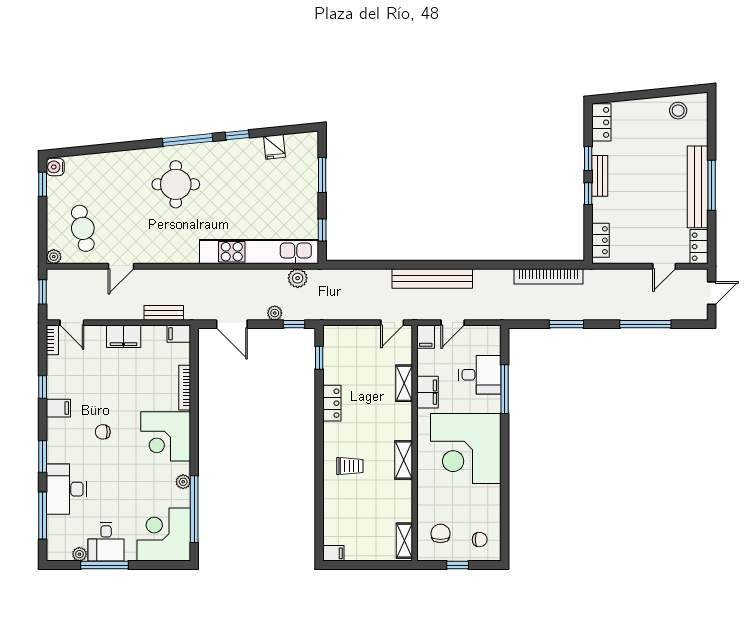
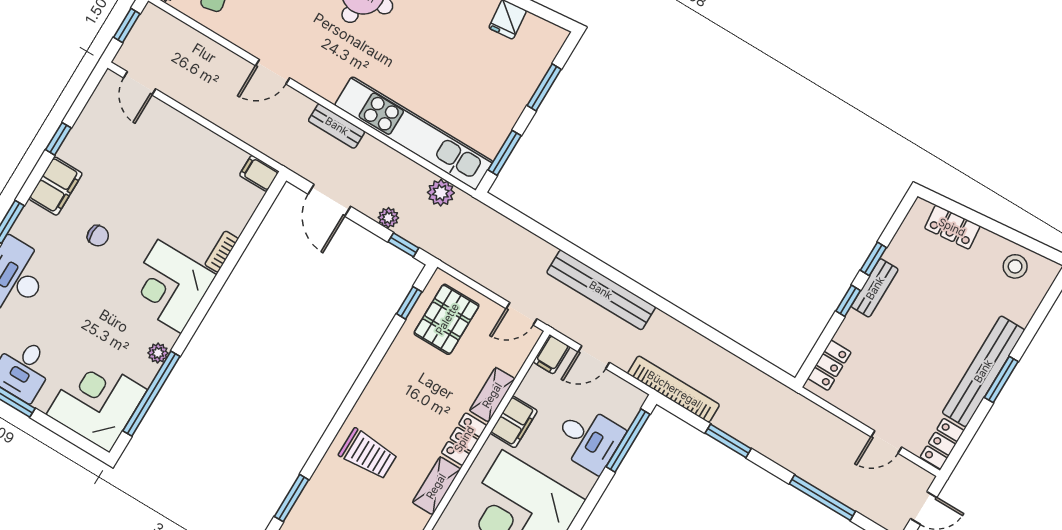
locker: (601, 122) -> (952, 227), moved, turned 84
window: (712, 185) -> (1001, 380), width x0.69
window: (322, 230) -> (505, 153), width x1.50
door: (121, 266) -> (273, 72), moved
bookcase: (548, 276) -> (674, 389), moved, turned 180
bench: (164, 313) -> (337, 126), moved
filing cabinet: (124, 336) -> (191, 137), removed
bookcase: (52, 340) -> (104, 90), removed
pallet: (348, 354) -> (447, 319), added
bookcase: (185, 388) -> (222, 252), width x0.64
window: (505, 389) -> (628, 440), moved
locker: (332, 403) -> (464, 439), moved, turned 180
filing cabinet: (58, 408) -> (56, 186), width x2.00
chair: (103, 432) -> (98, 236), turned 180
trolley: (350, 466) -> (368, 454), width x1.36, depth x1.39
window: (319, 521) -> (292, 498), added

